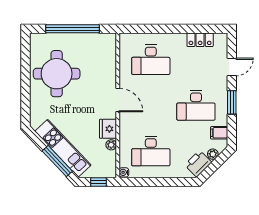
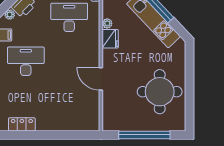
desk: (151, 60) -> (69, 105), removed
door: (118, 100) -> (101, 79), moved

